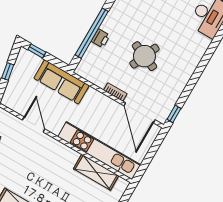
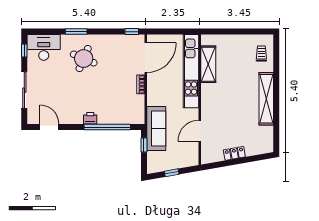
printer: (101, 38) -> (90, 118), moved
window: (37, 51) -> (144, 145), moved
round table: (144, 56) -> (84, 59), moved
window: (207, 57) -> (76, 32), added

